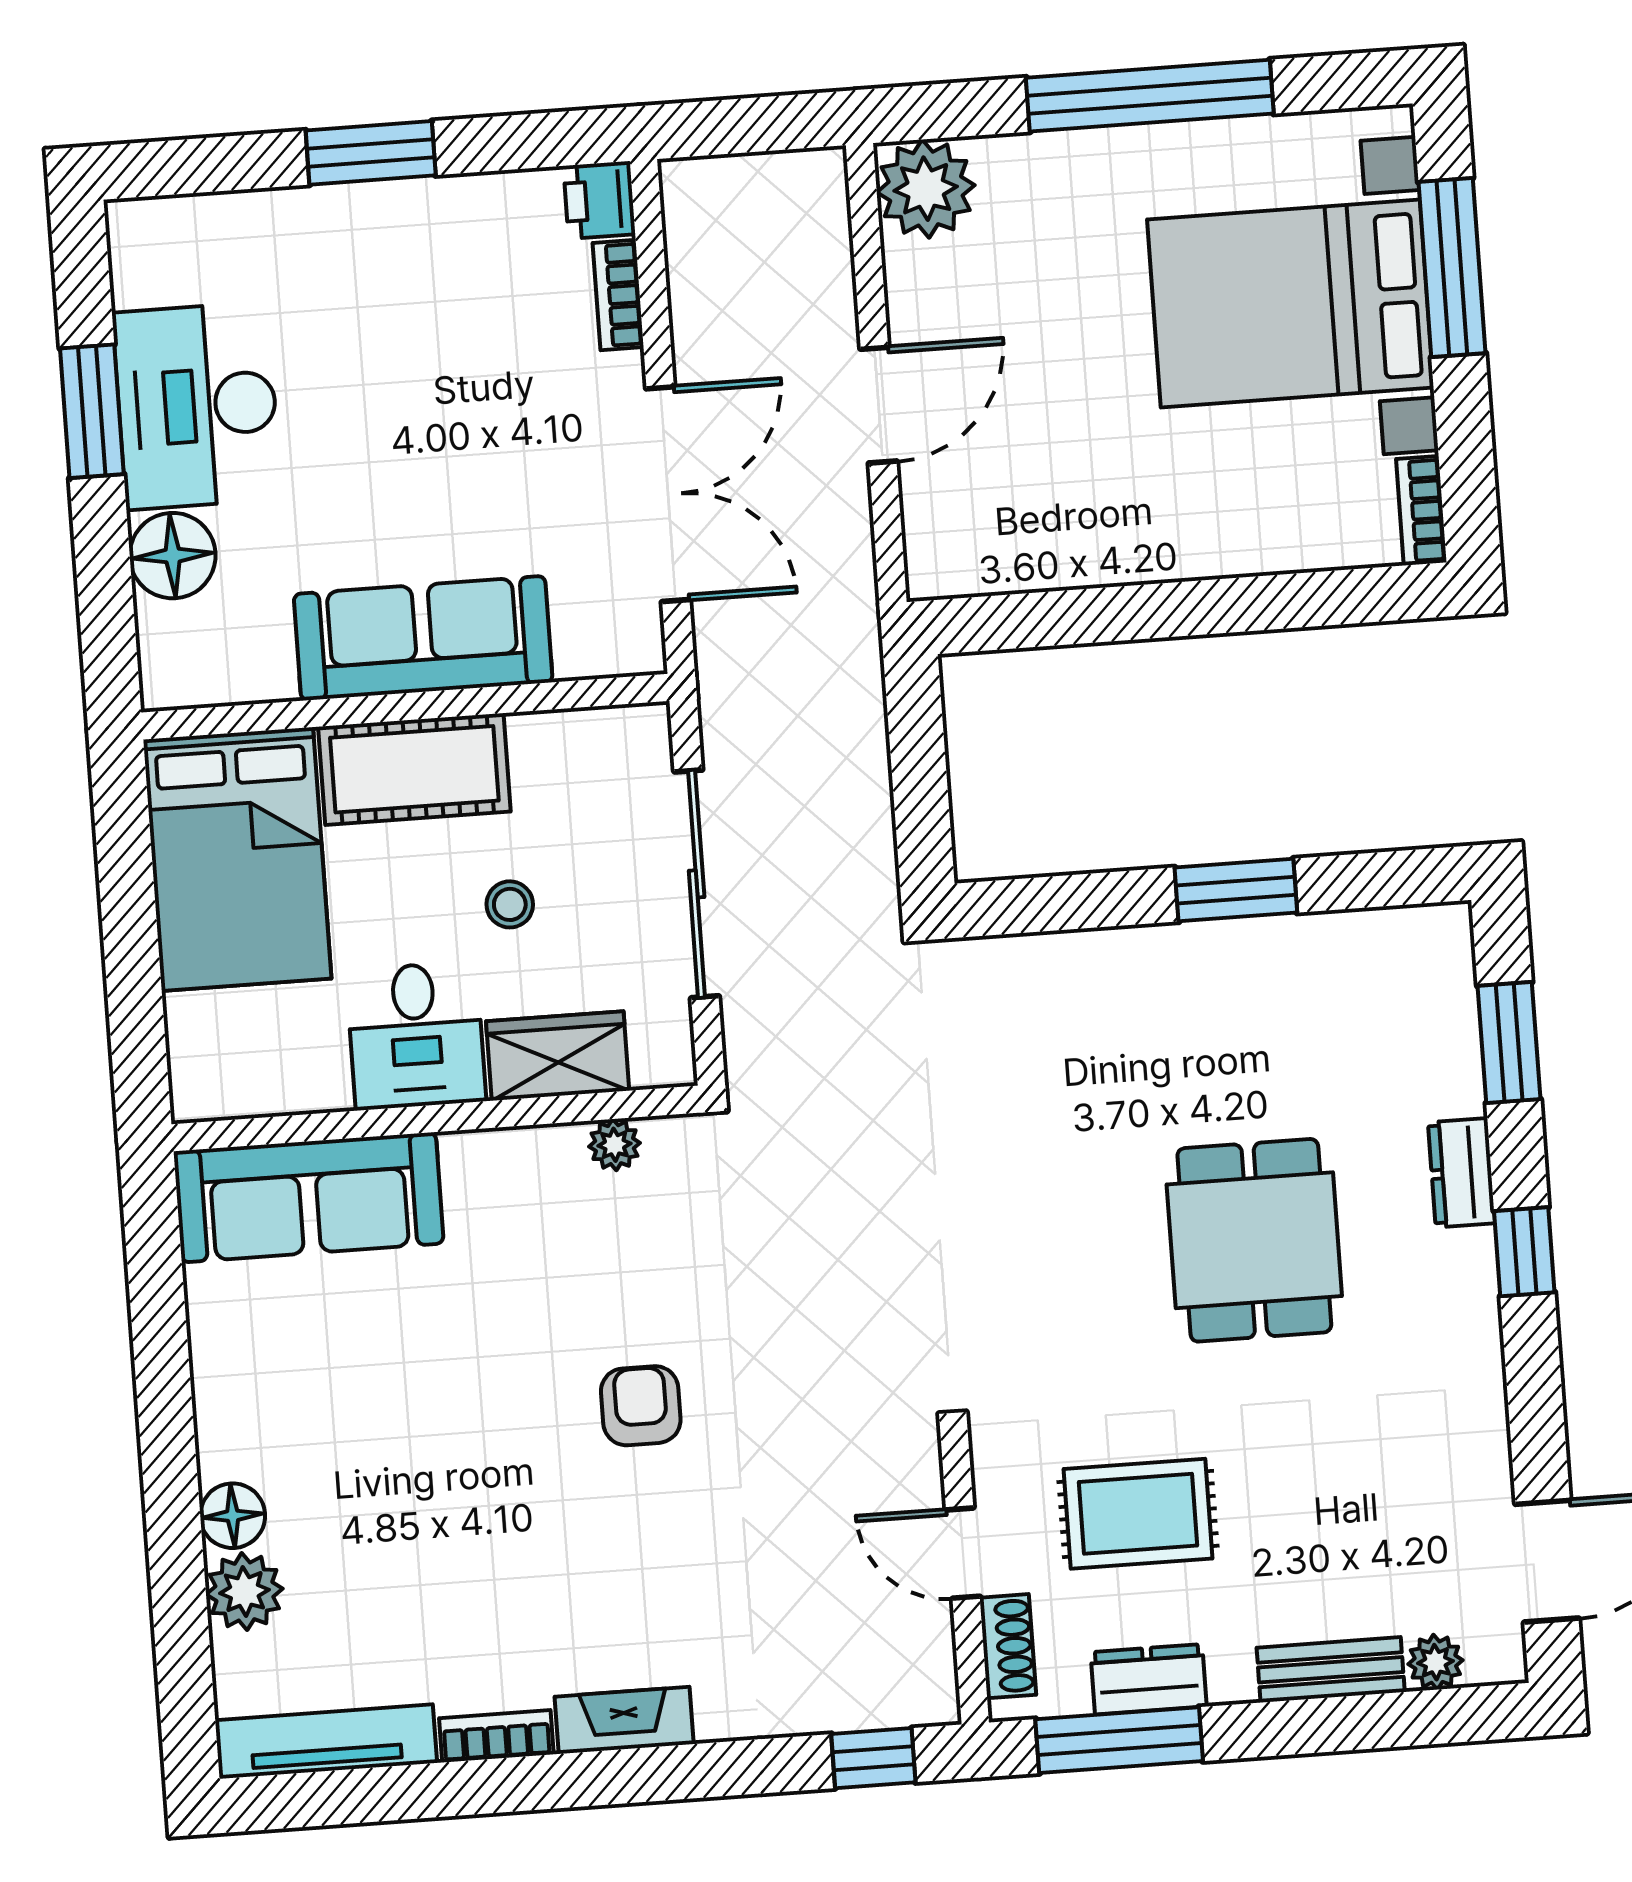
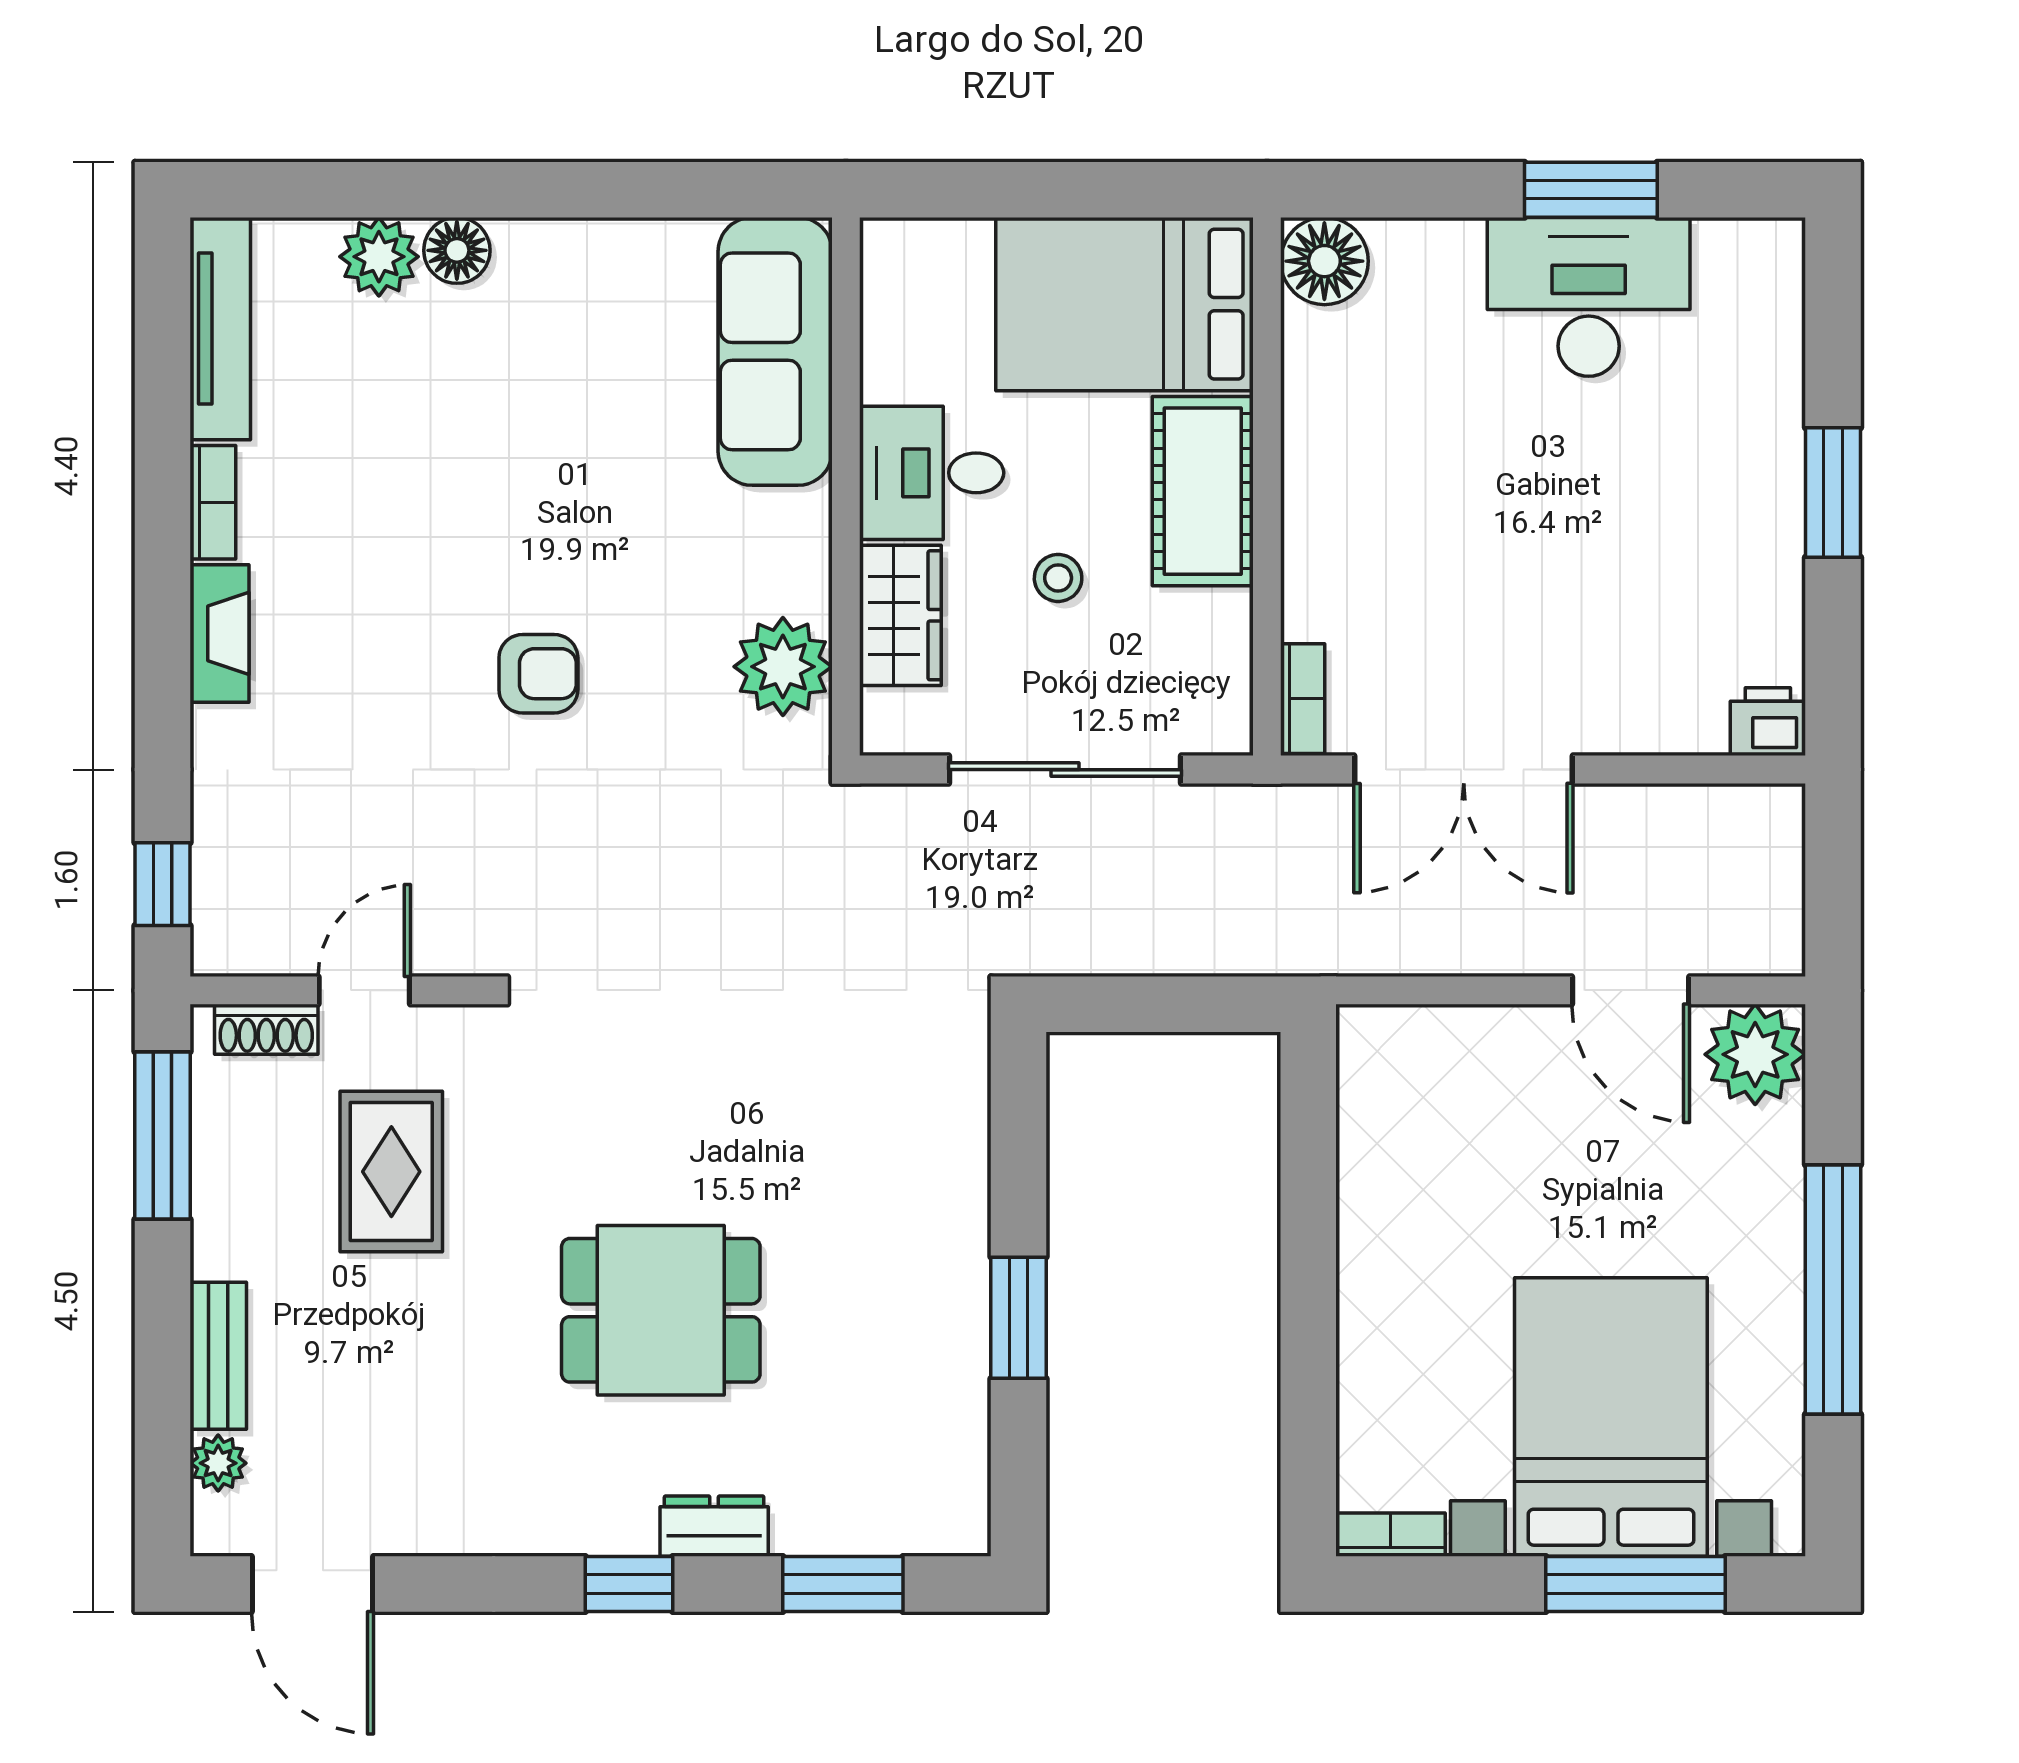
bookcase: (618, 295) -> (1303, 699), moved, turned 90
door: (879, 405) -> (1631, 990), moved
floor lamp: (173, 556) -> (1324, 261), moved
sofa: (423, 638) -> (1335, 510), removed
plant: (614, 1145) -> (783, 667), width x1.87, depth x1.87
dresser: (1149, 1679) -> (222, 1170), removed

